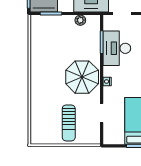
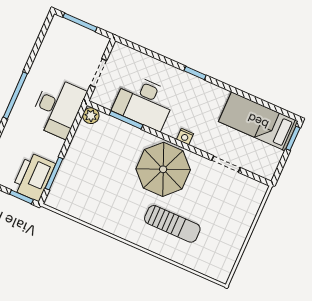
plant: (80, 20) -> (91, 116), moved
sun lounger: (69, 123) -> (172, 224), moved

